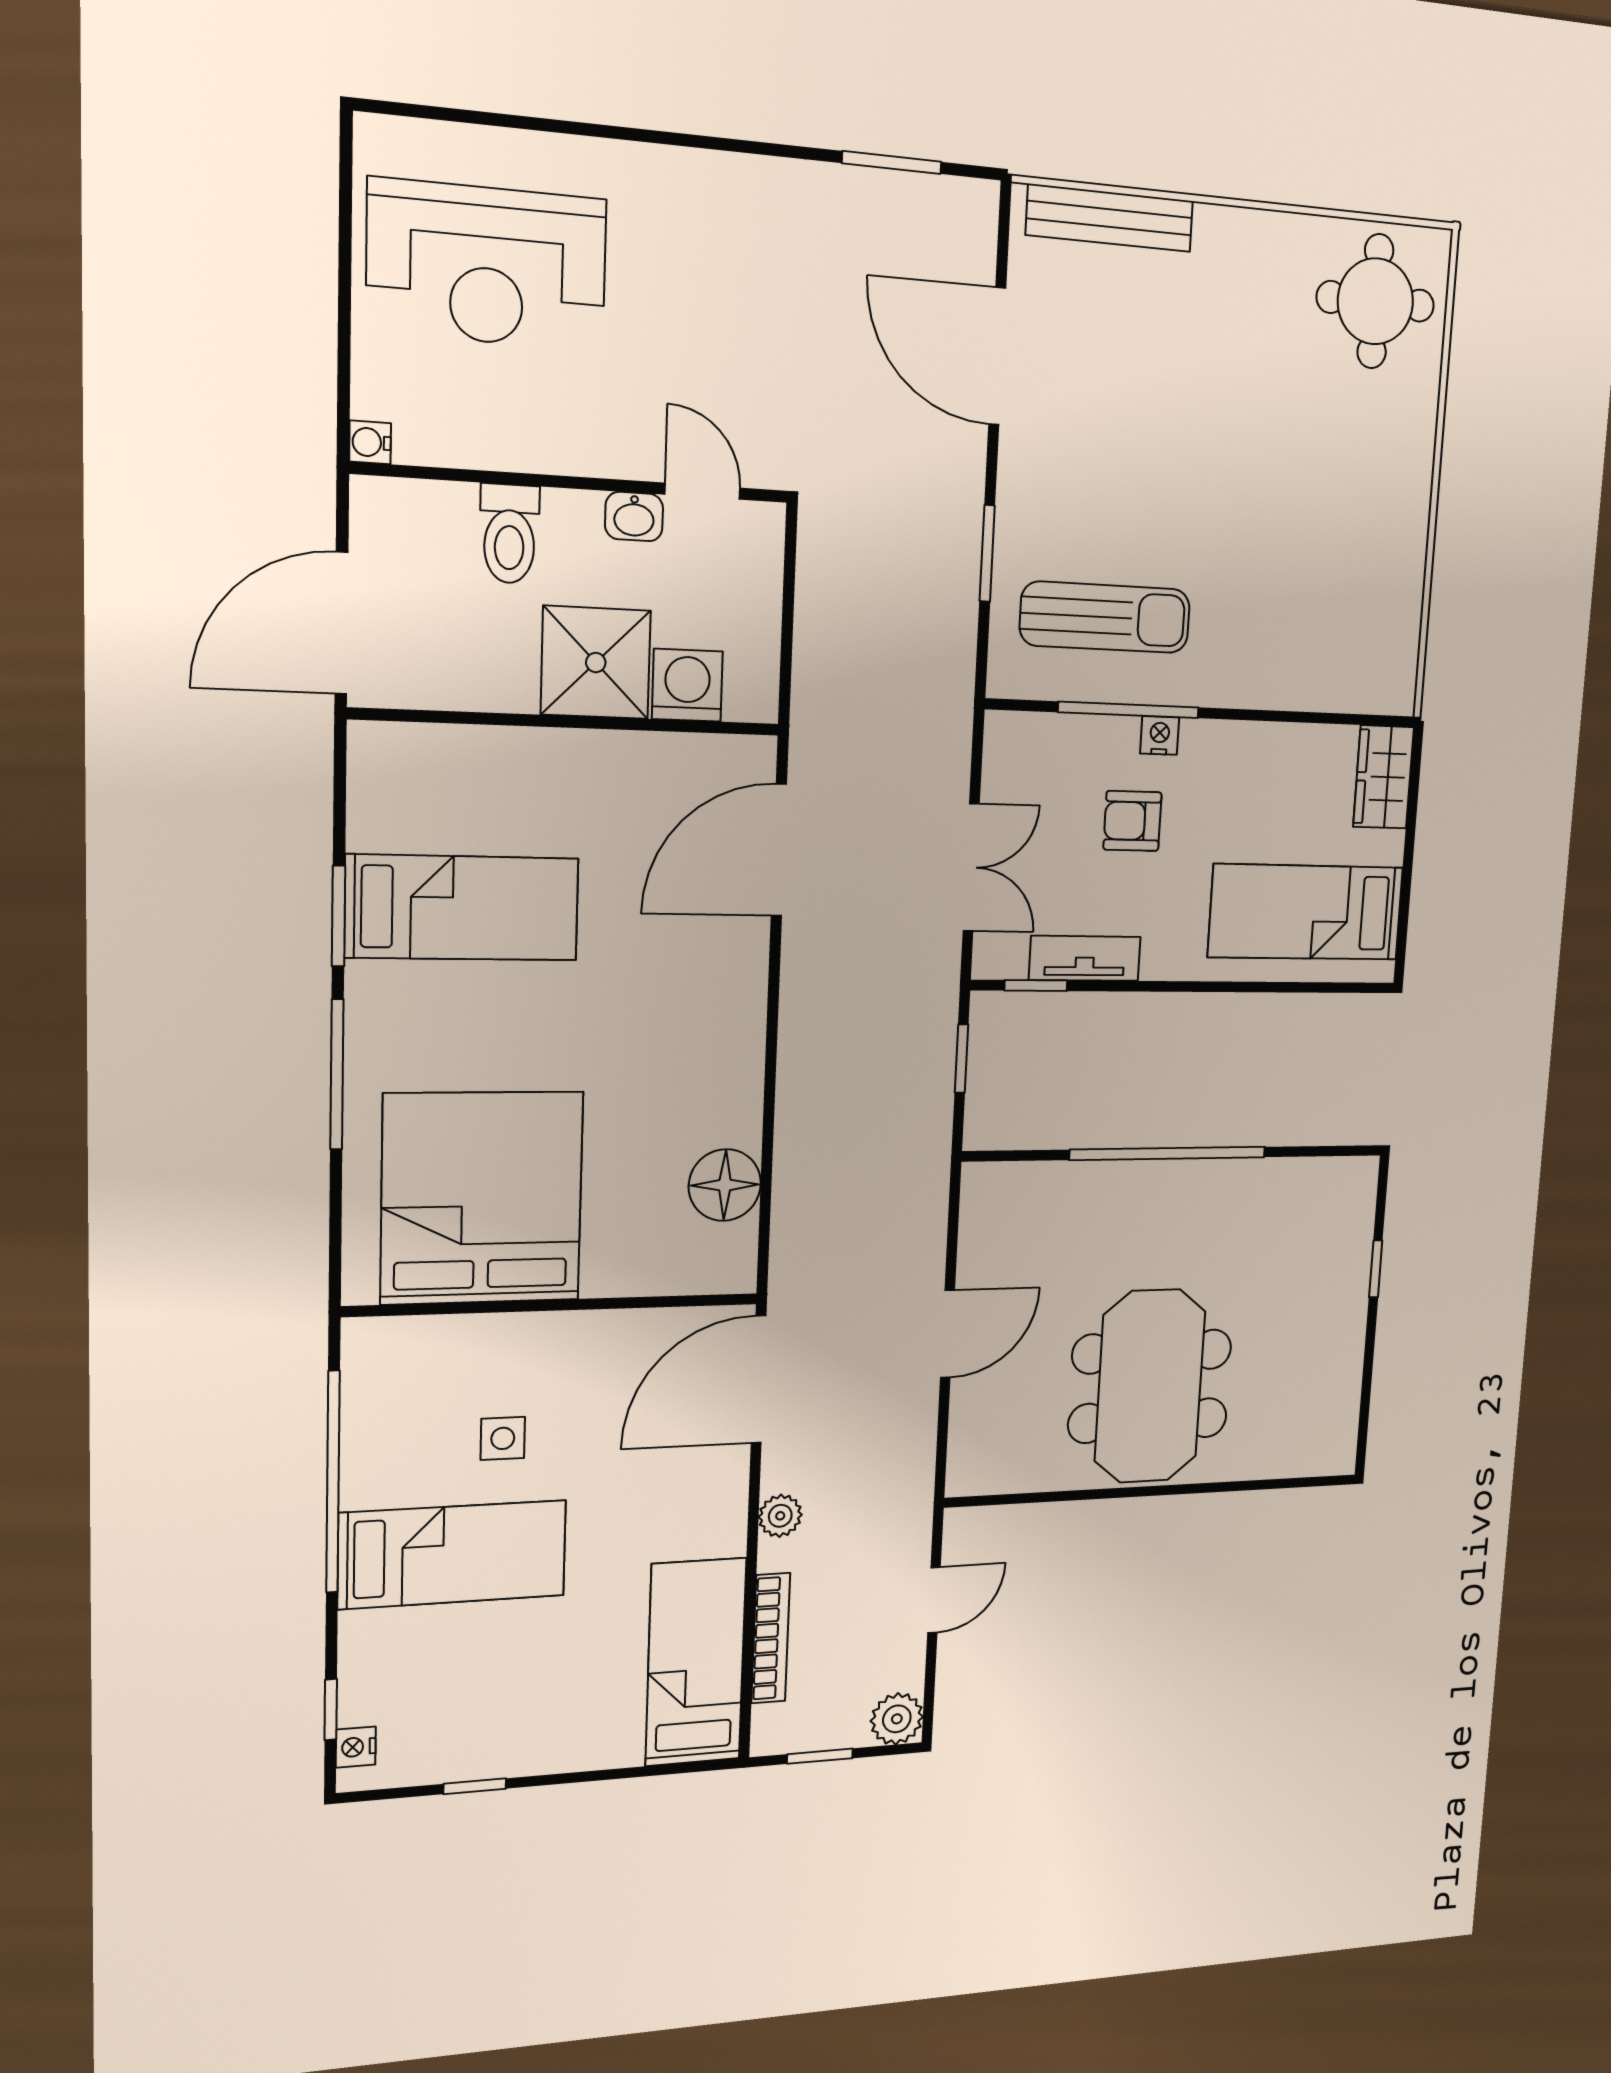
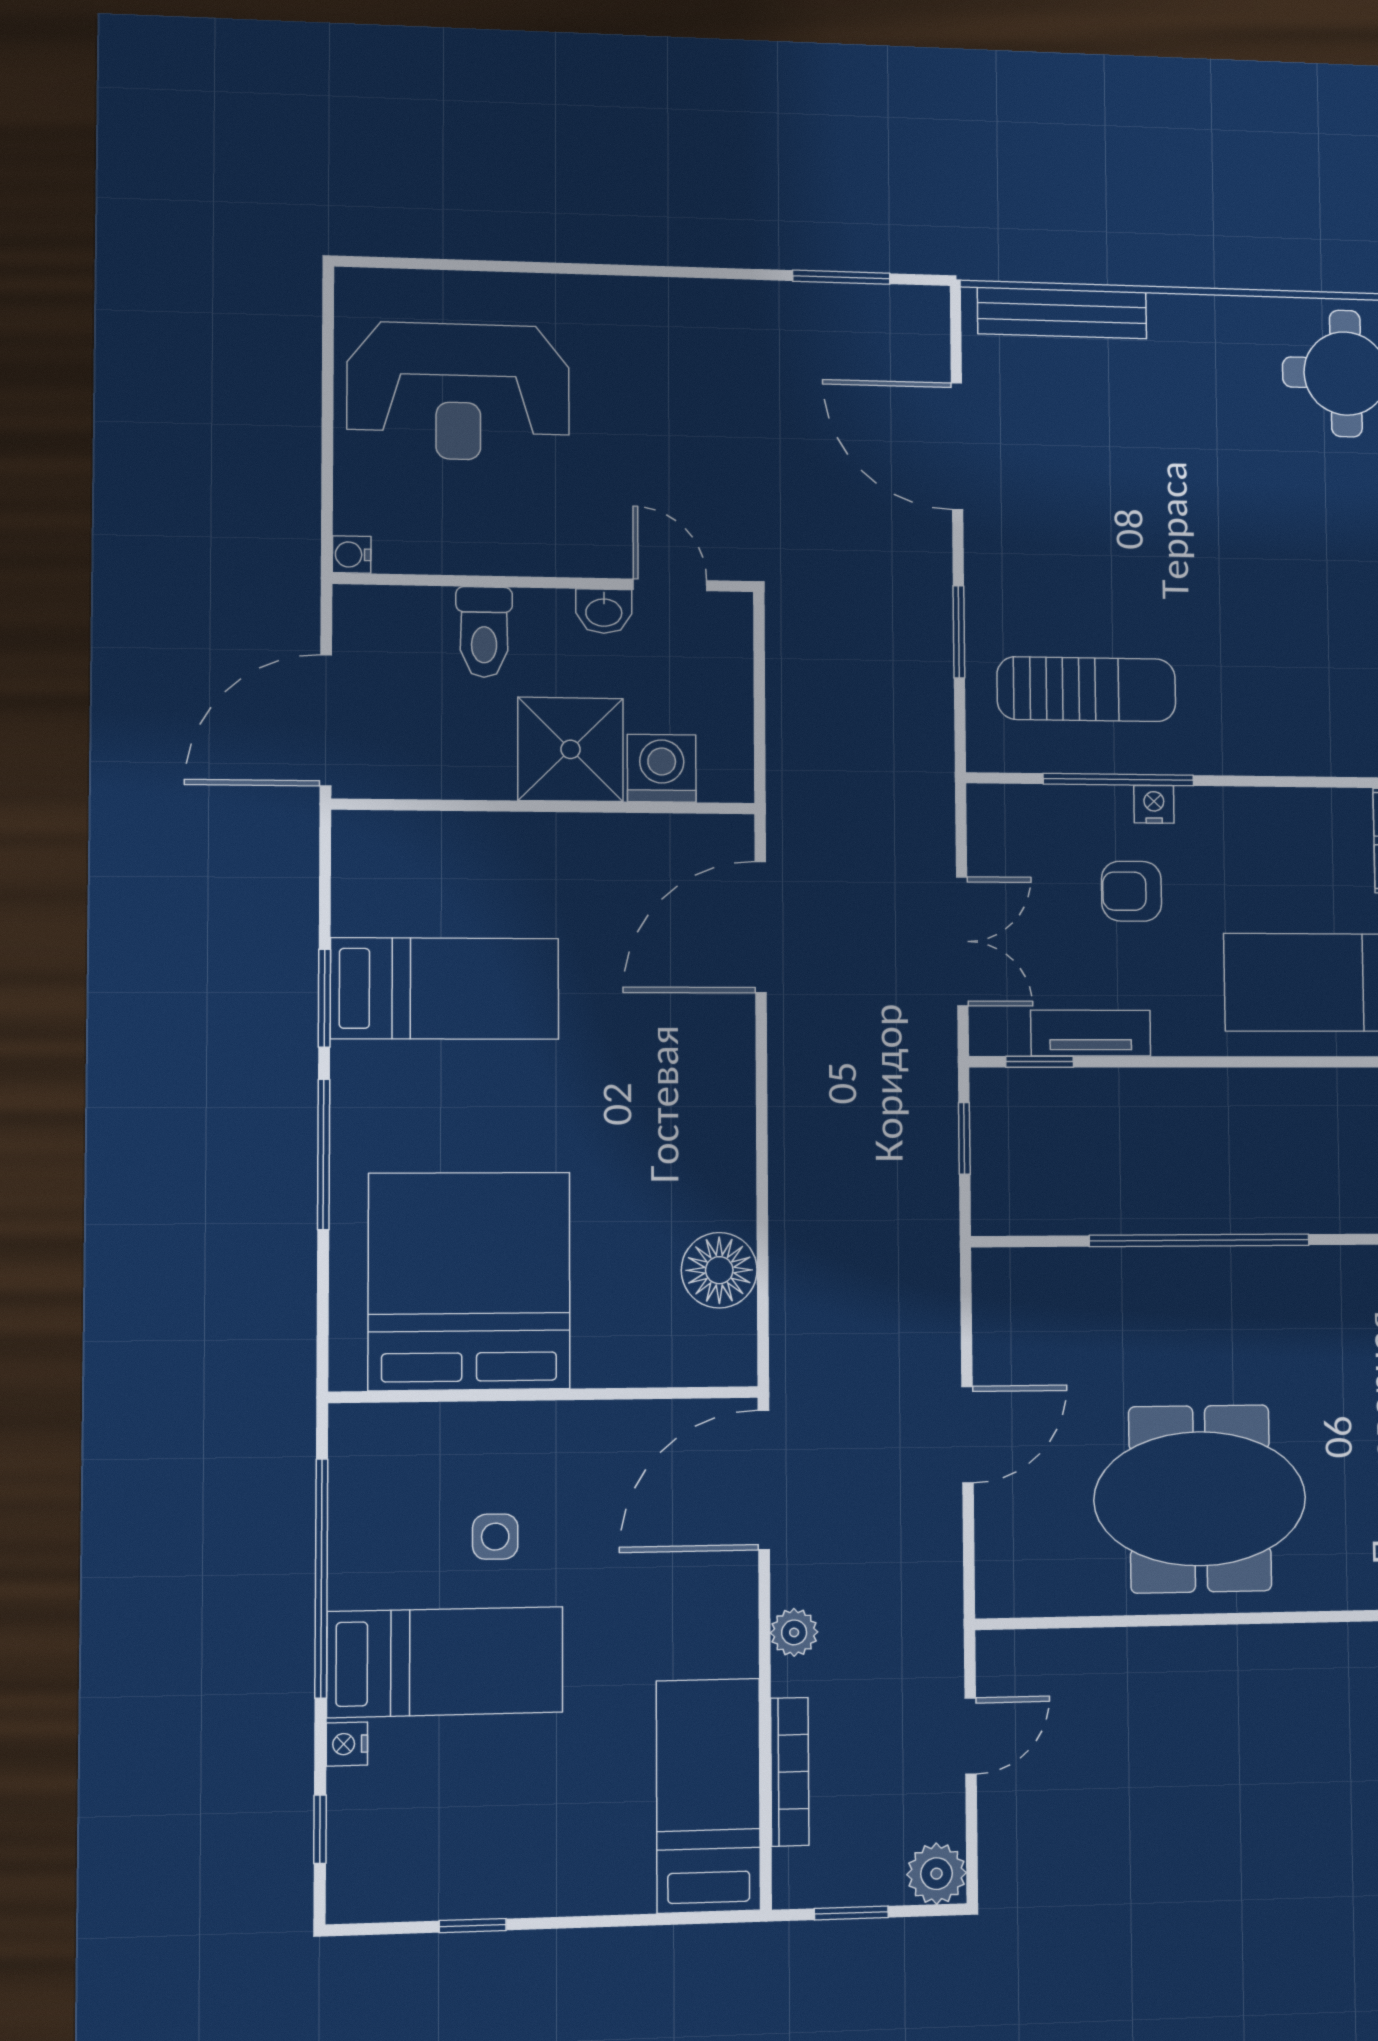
meeting table: (1150, 1386) -> (1200, 1499), turned 90
nightstand: (356, 1747) -> (347, 1744), moved

